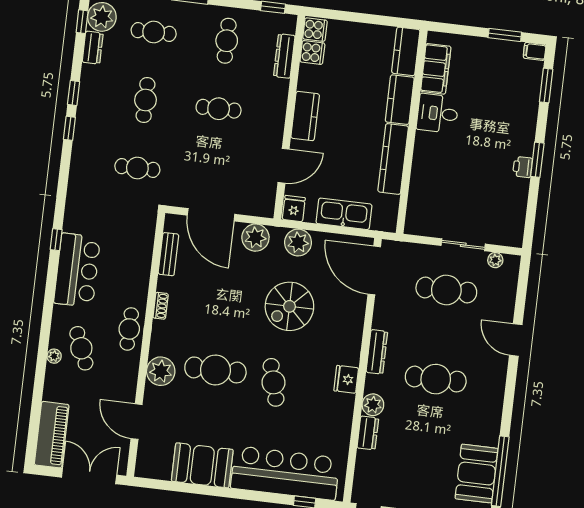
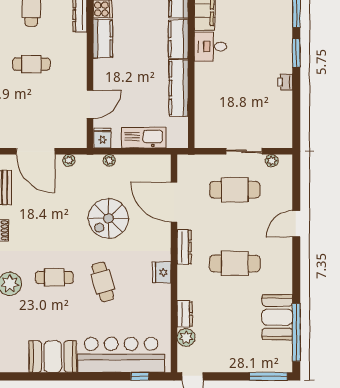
kitchen counter: (305, 116) -> (103, 39), moved
window: (537, 160) -> (296, 53), moved
plant: (255, 238) -> (69, 160), width x0.53, depth x0.53
plant: (298, 242) -> (109, 160), width x0.53, depth x0.53
door: (374, 270) -> (174, 202), moved
door: (516, 340) -> (296, 224), hinge flipped
cafe table: (215, 370) -> (54, 277), width x0.73, depth x0.74
plant: (373, 405) -> (186, 337), moved
booth: (477, 474) -> (277, 317), moved

